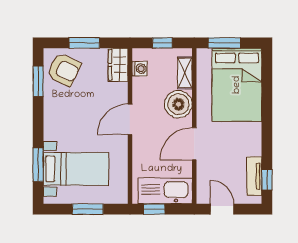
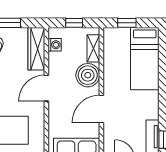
window: (224, 43) -> (127, 23), width x0.67
wardrobe: (118, 65) -> (36, 49), width x1.50
bed: (237, 85) -> (145, 59), width x0.67

